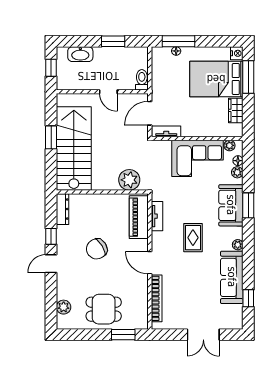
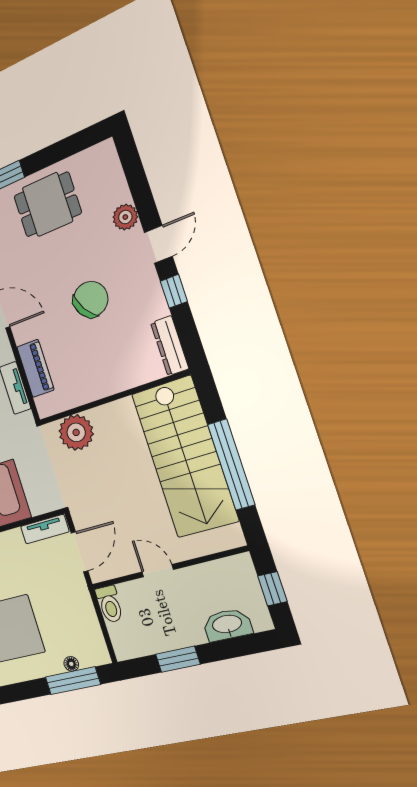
window: (51, 137) -> (231, 464), width x2.11
piano: (139, 217) -> (35, 368), width x0.73, depth x0.75
plant: (64, 307) -> (125, 217), moved

